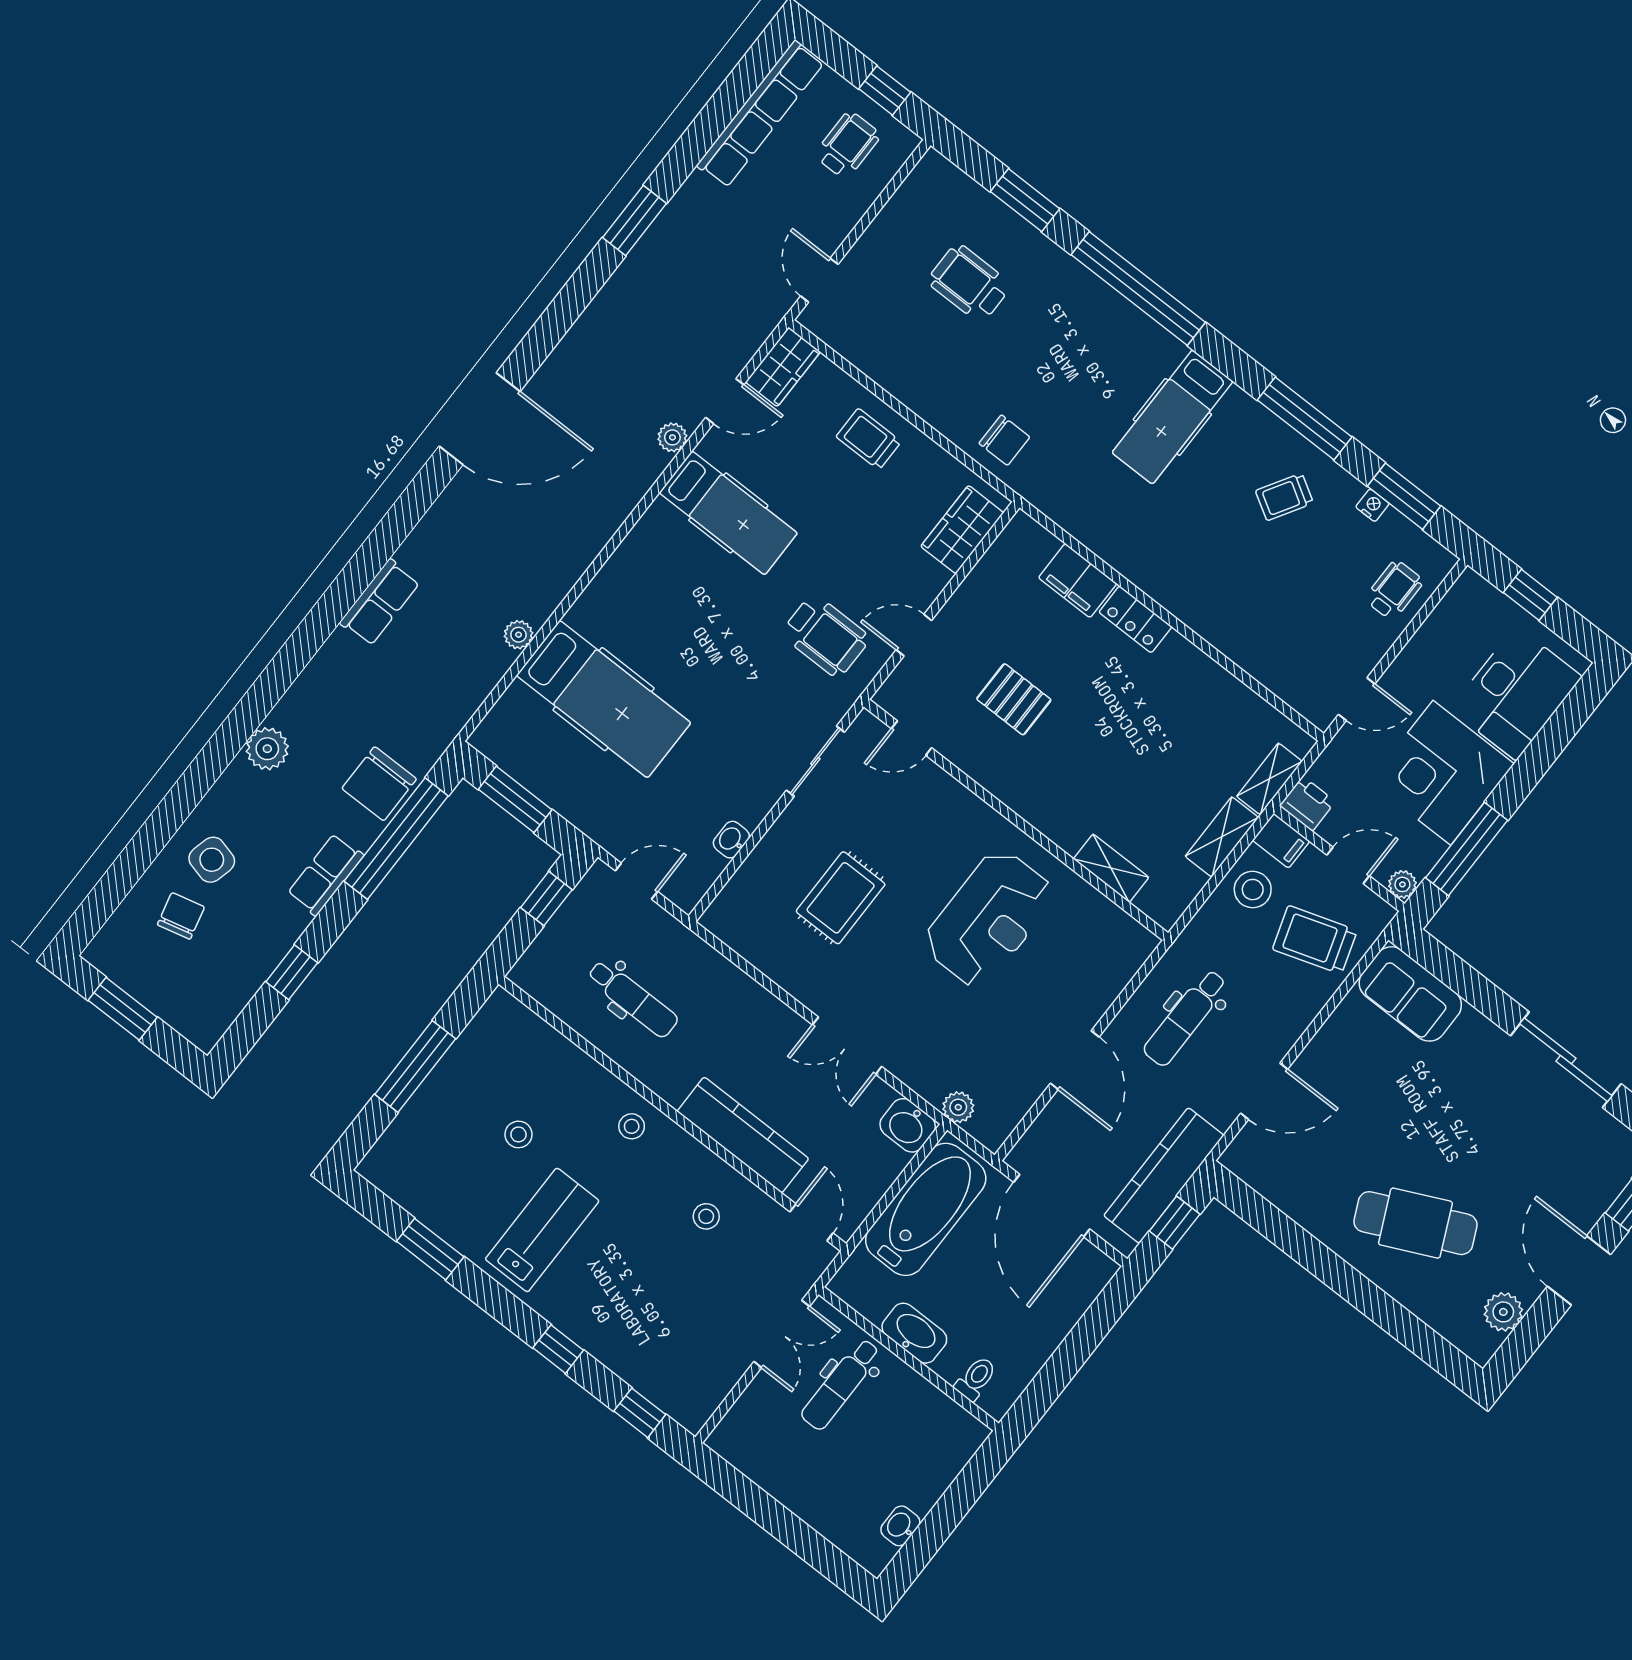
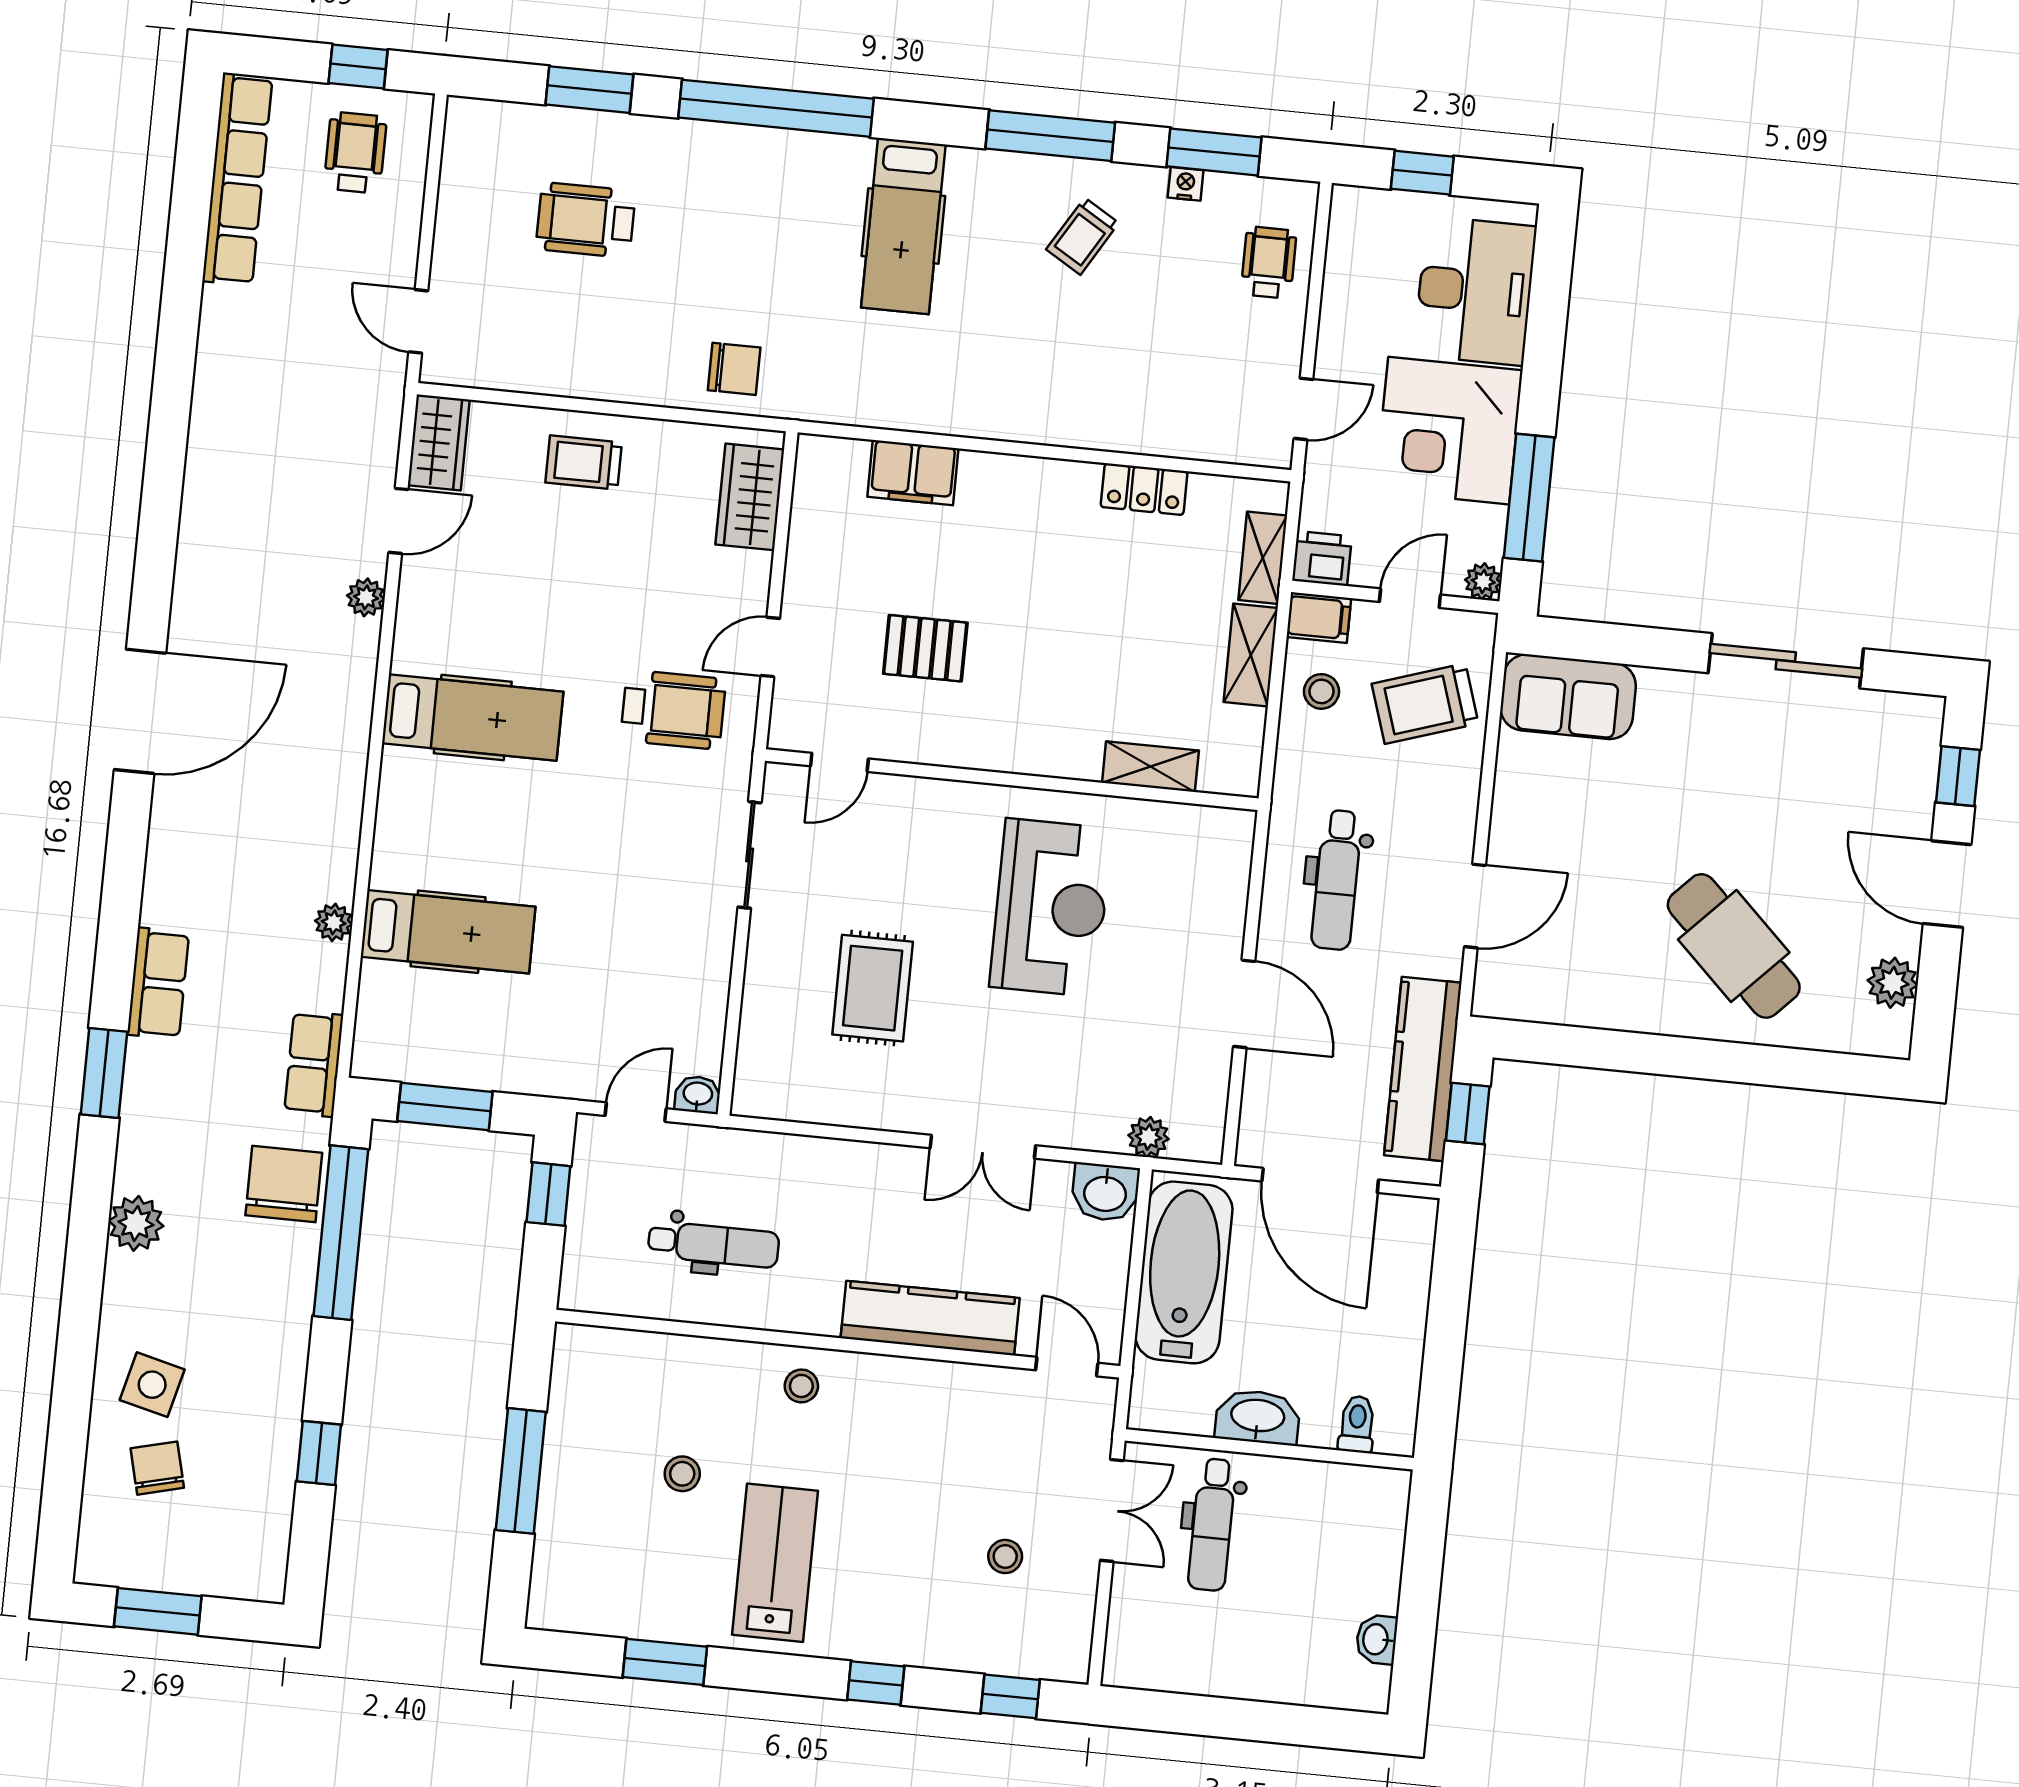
window: (634, 220) -> (104, 1073), moved
hospital bed: (728, 513) -> (473, 717), moved
locker: (1135, 619) -> (1144, 489), moved
hospital bed: (604, 699) -> (448, 932), width x0.73, depth x0.78
chair: (379, 784) -> (284, 1184), turned 180
washbasin: (731, 840) -> (698, 1095), moved, turned 90
row of seats: (325, 875) -> (314, 1064), moved
stool: (1253, 890) -> (1321, 691), width x0.73, depth x0.73
stool: (706, 1216) -> (1005, 1556), moved
cafe table: (1415, 1223) -> (1734, 946), turned 69

